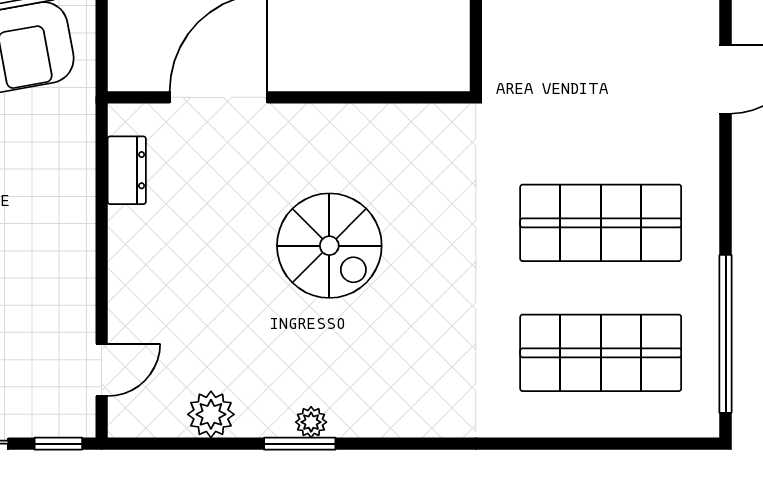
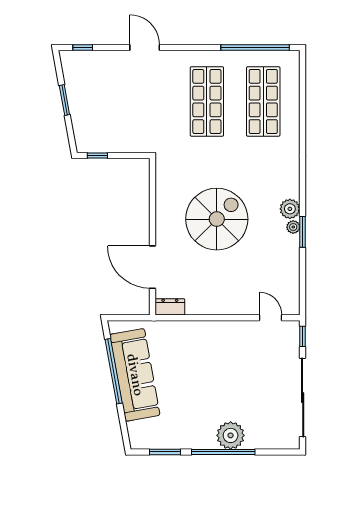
dresser: (127, 170) -> (170, 307), moved
spiral stairs: (329, 246) -> (217, 219), width x1.37, depth x1.37
plant: (211, 414) -> (290, 209), moved

